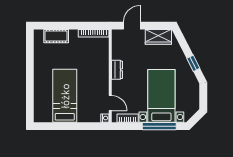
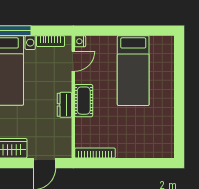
cot: (56, 36) -> (84, 101), moved, turned 90
door: (110, 103) -> (73, 61), swing flipped

